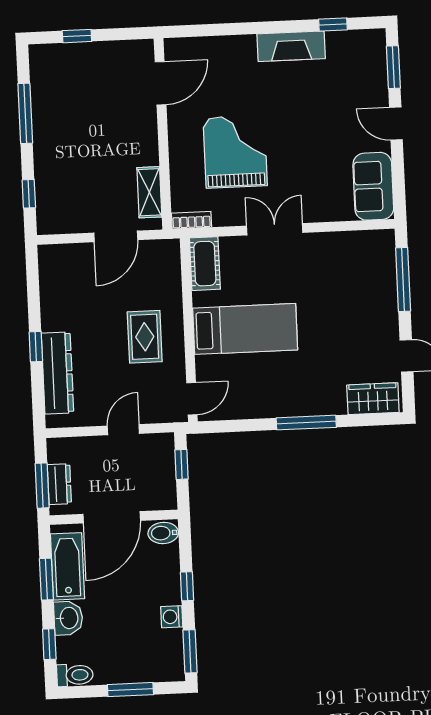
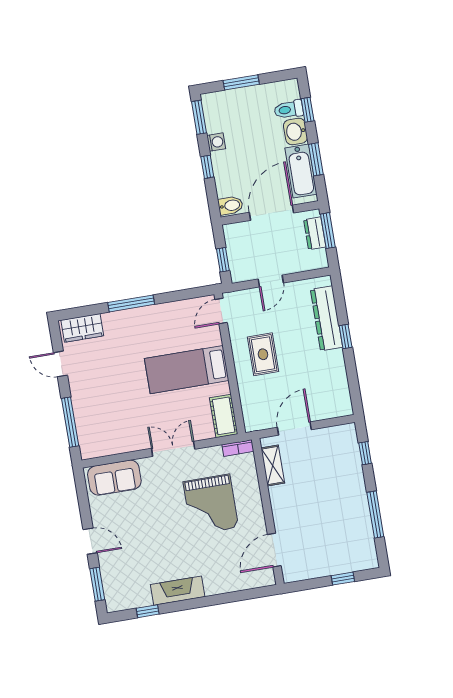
sofa: (373, 186) -> (114, 478), moved, turned 90
double door: (275, 229) -> (173, 449), swing flipped
toilet: (75, 675) -> (289, 109), moved

